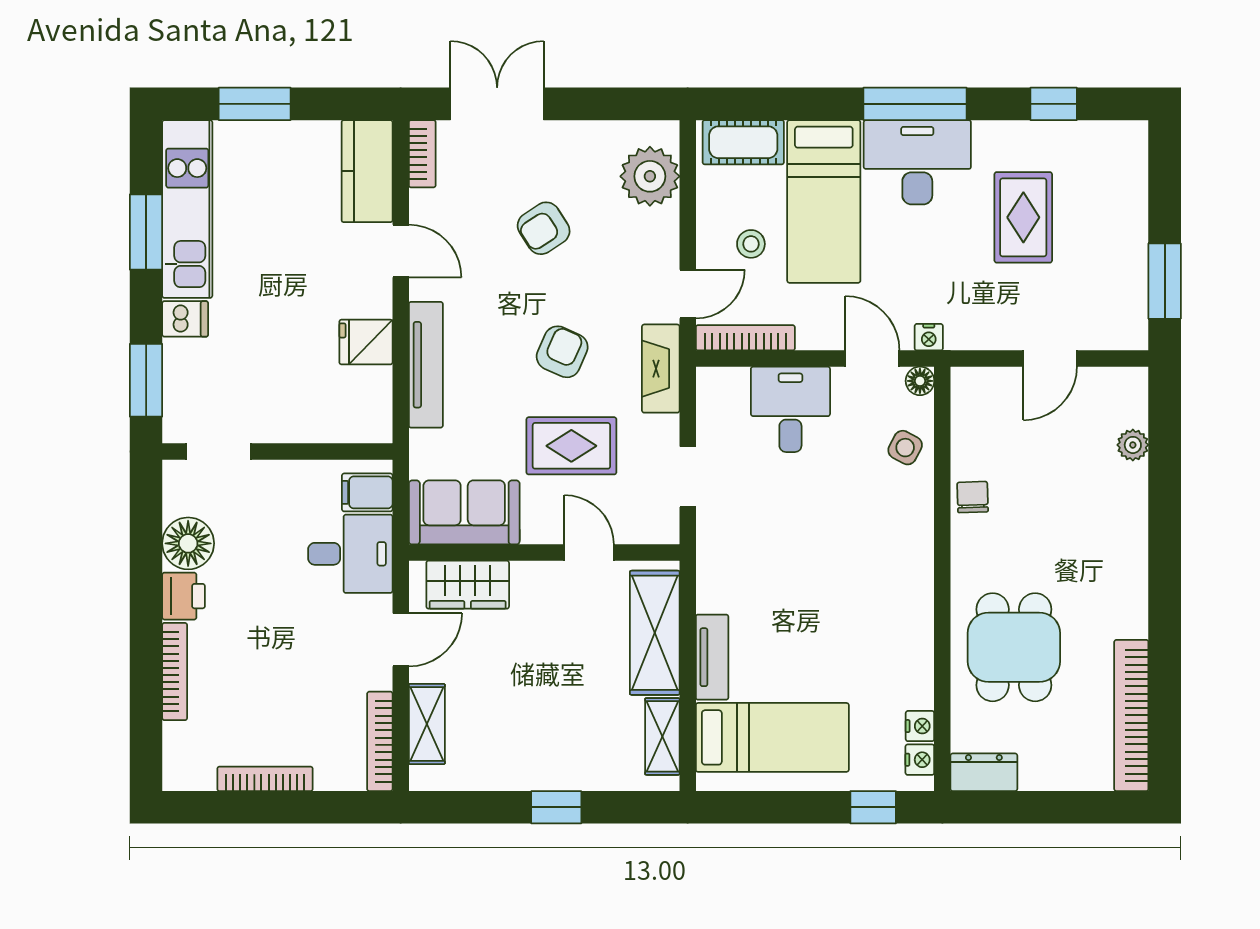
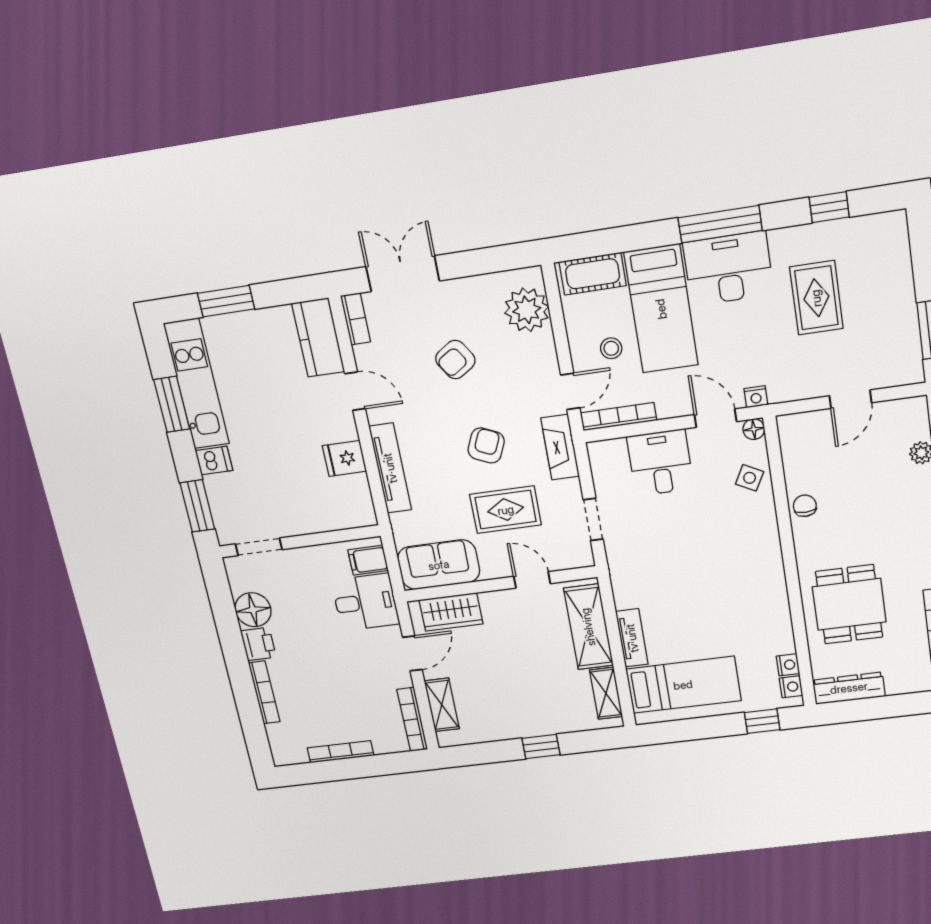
dresser: (984, 772) -> (849, 688), width x1.44

